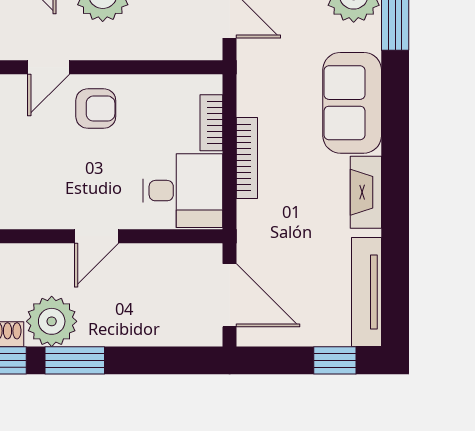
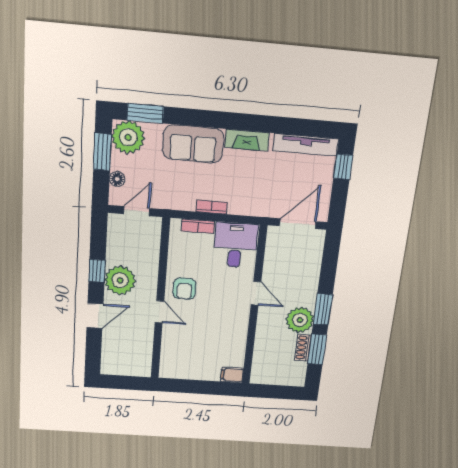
armchair: (96, 109) -> (184, 289), turned 180
bookcase: (247, 158) -> (212, 207), width x0.64

